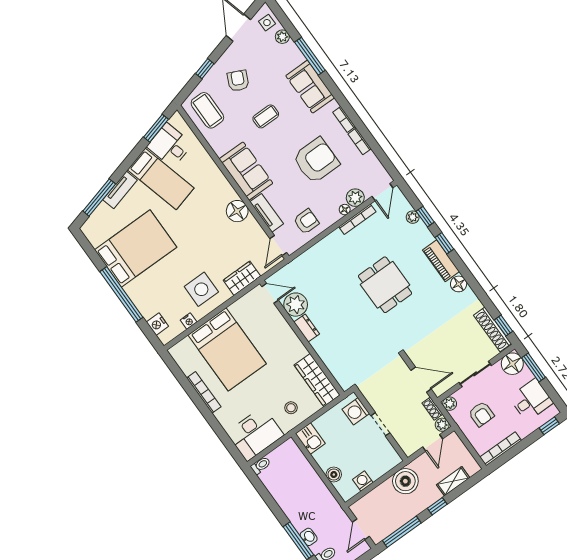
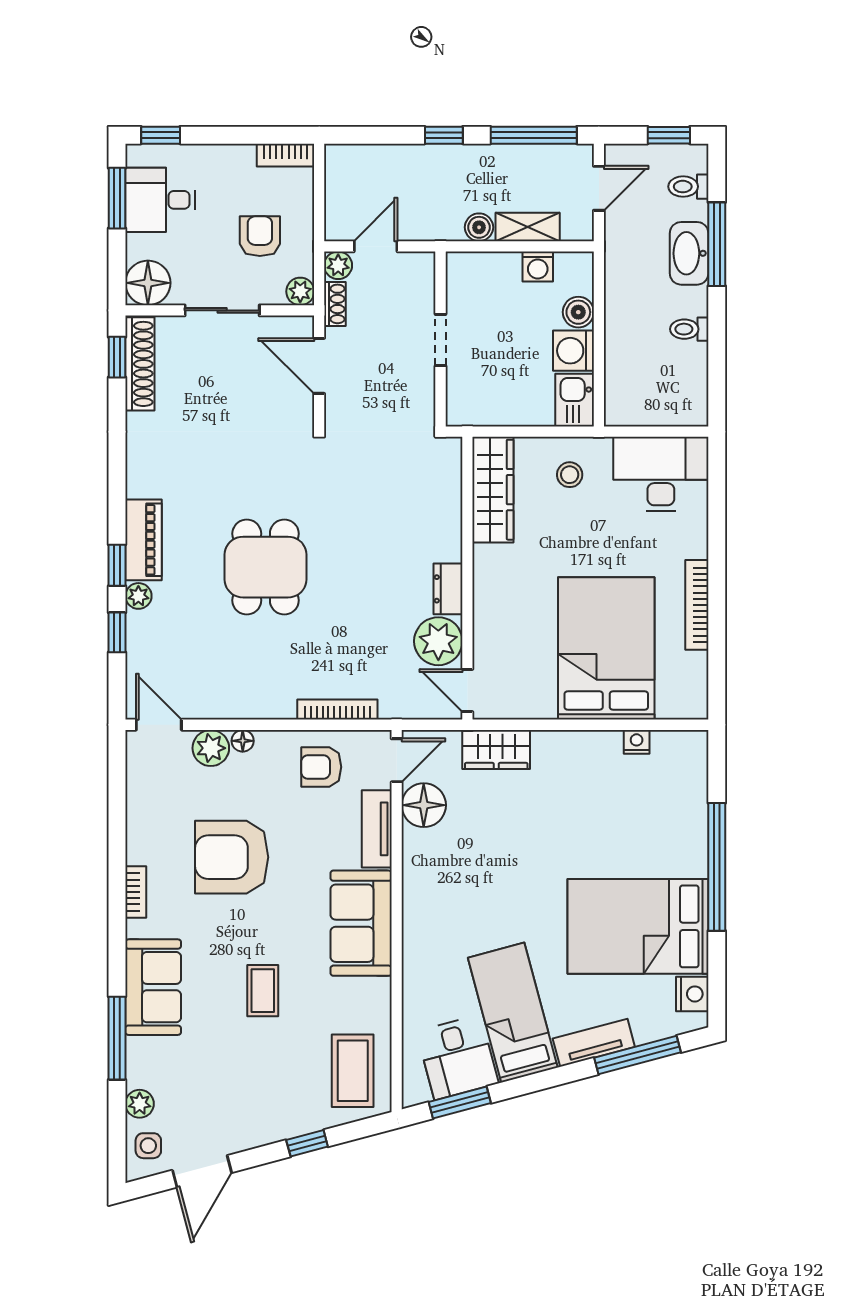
armchair: (238, 81) -> (266, 1083), removed
coffee table: (266, 116) -> (263, 991), turned 90
bookcase: (360, 141) -> (136, 837), removed
door: (382, 192) -> (159, 725), hinge flipped
floor lamp: (237, 211) -> (424, 805), moved
plant: (413, 217) -> (138, 596), moved
bookcase: (357, 219) -> (337, 709), moved
floor lamp: (459, 284) -> (142, 480), removed
side table: (201, 289) -> (577, 780), removed
nightstand: (157, 324) -> (692, 994), moved
window: (534, 367) -> (117, 198), moved
washing machine: (356, 411) -> (573, 351), moved, turned 180
bookcase: (501, 449) -> (285, 155), width x0.64
toilet: (261, 465) -> (689, 329), moved
boiler: (405, 481) -> (479, 227), width x0.54, depth x0.54
shelving: (453, 481) -> (528, 227), moved
washbasin: (309, 537) -> (689, 253), width x1.91, depth x1.45

